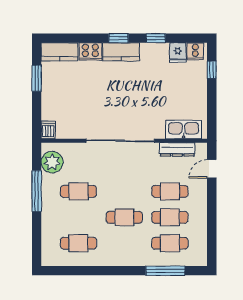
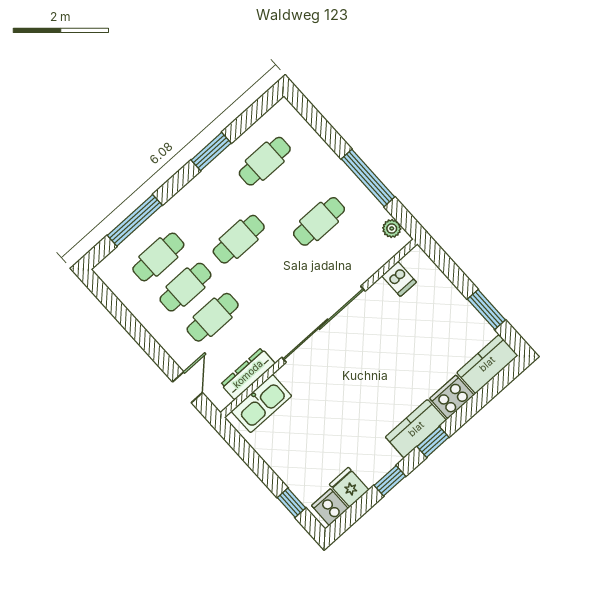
dishwasher: (48, 130) -> (399, 279), moved
plant: (52, 162) -> (392, 228), width x0.53, depth x0.53
window: (100, 271) -> (211, 152), added

